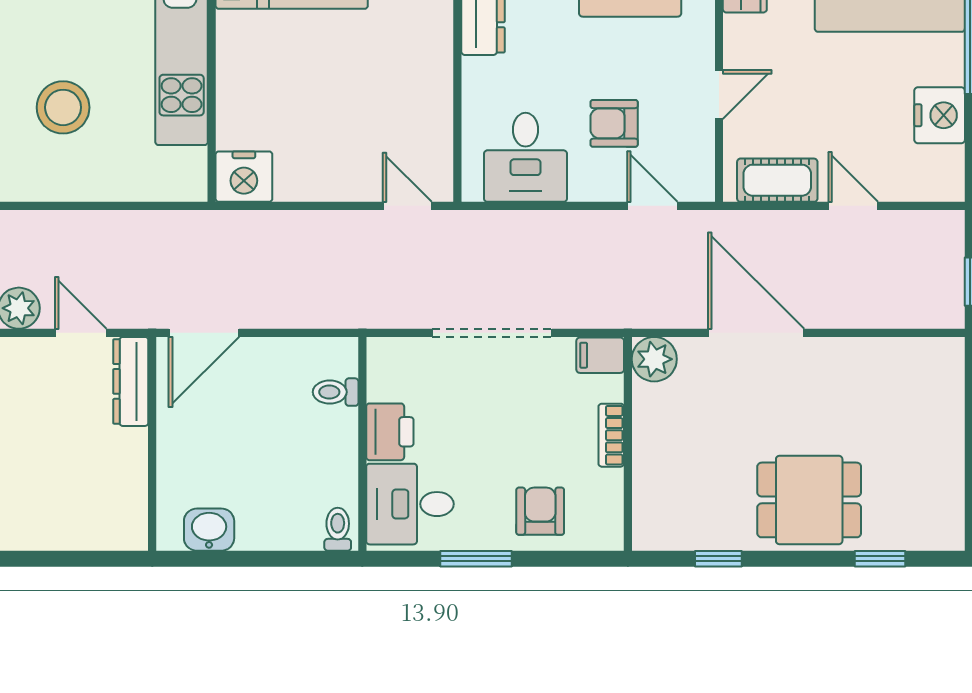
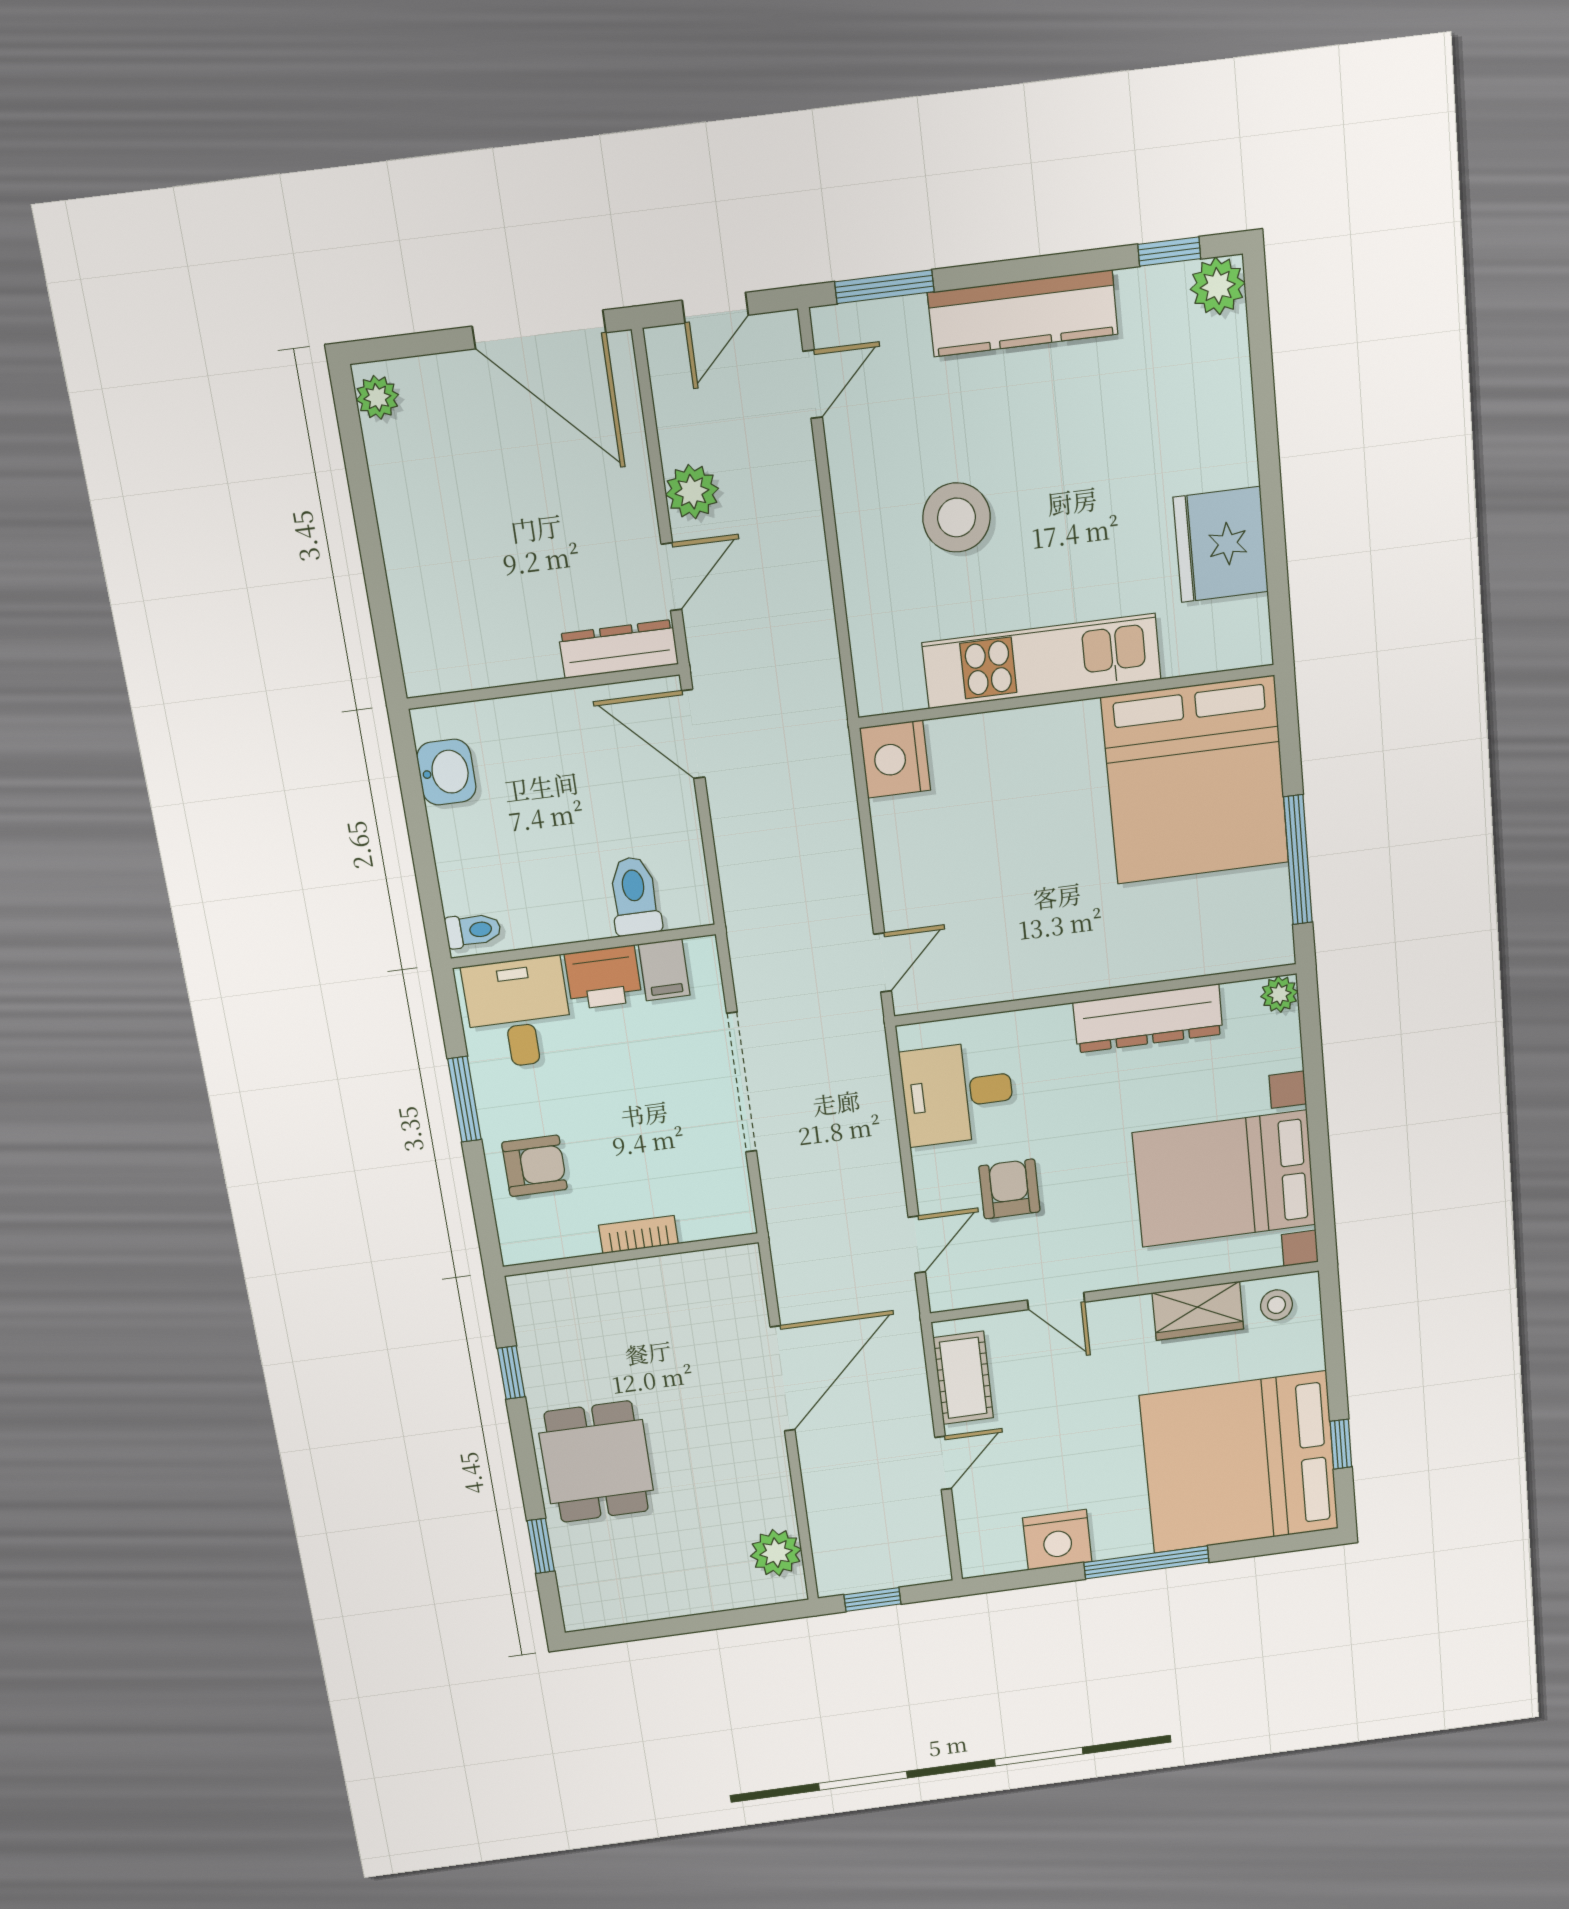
filing cabinet: (600, 355) -> (664, 970), moved, turned 180
plant: (654, 359) -> (776, 1553), moved
toilet: (336, 392) -> (635, 896), width x1.37, depth x1.39

